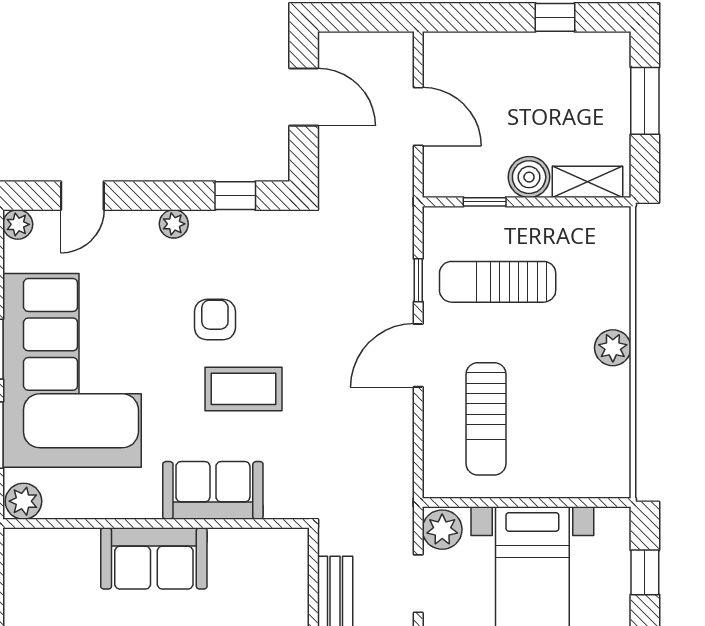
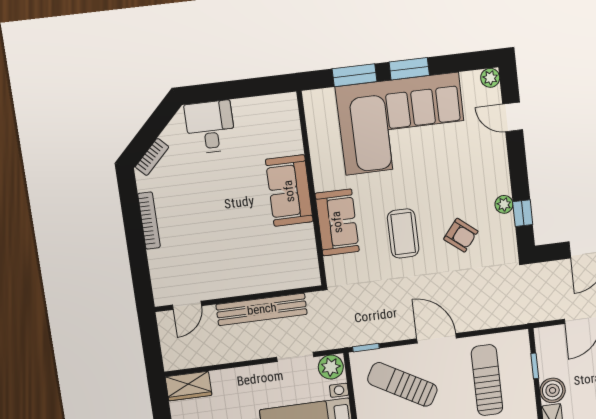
plant: (174, 224) -> (504, 204), moved
window: (418, 280) -> (366, 348), moved
armchair: (215, 320) -> (461, 235), moved, turned 39
sun lounger: (486, 419) -> (402, 384), turned 30
plant: (23, 501) -> (315, 103), removed

